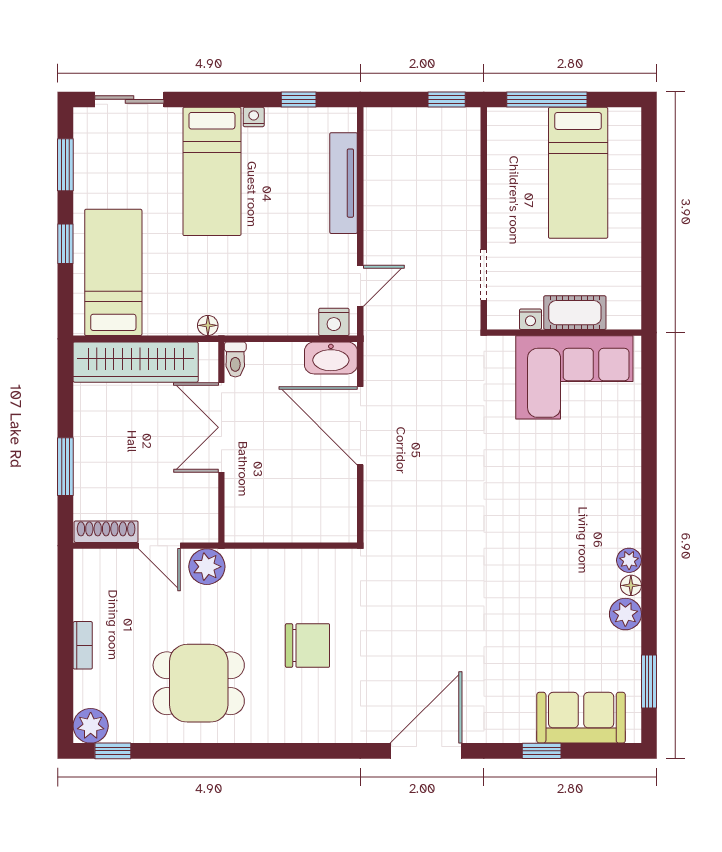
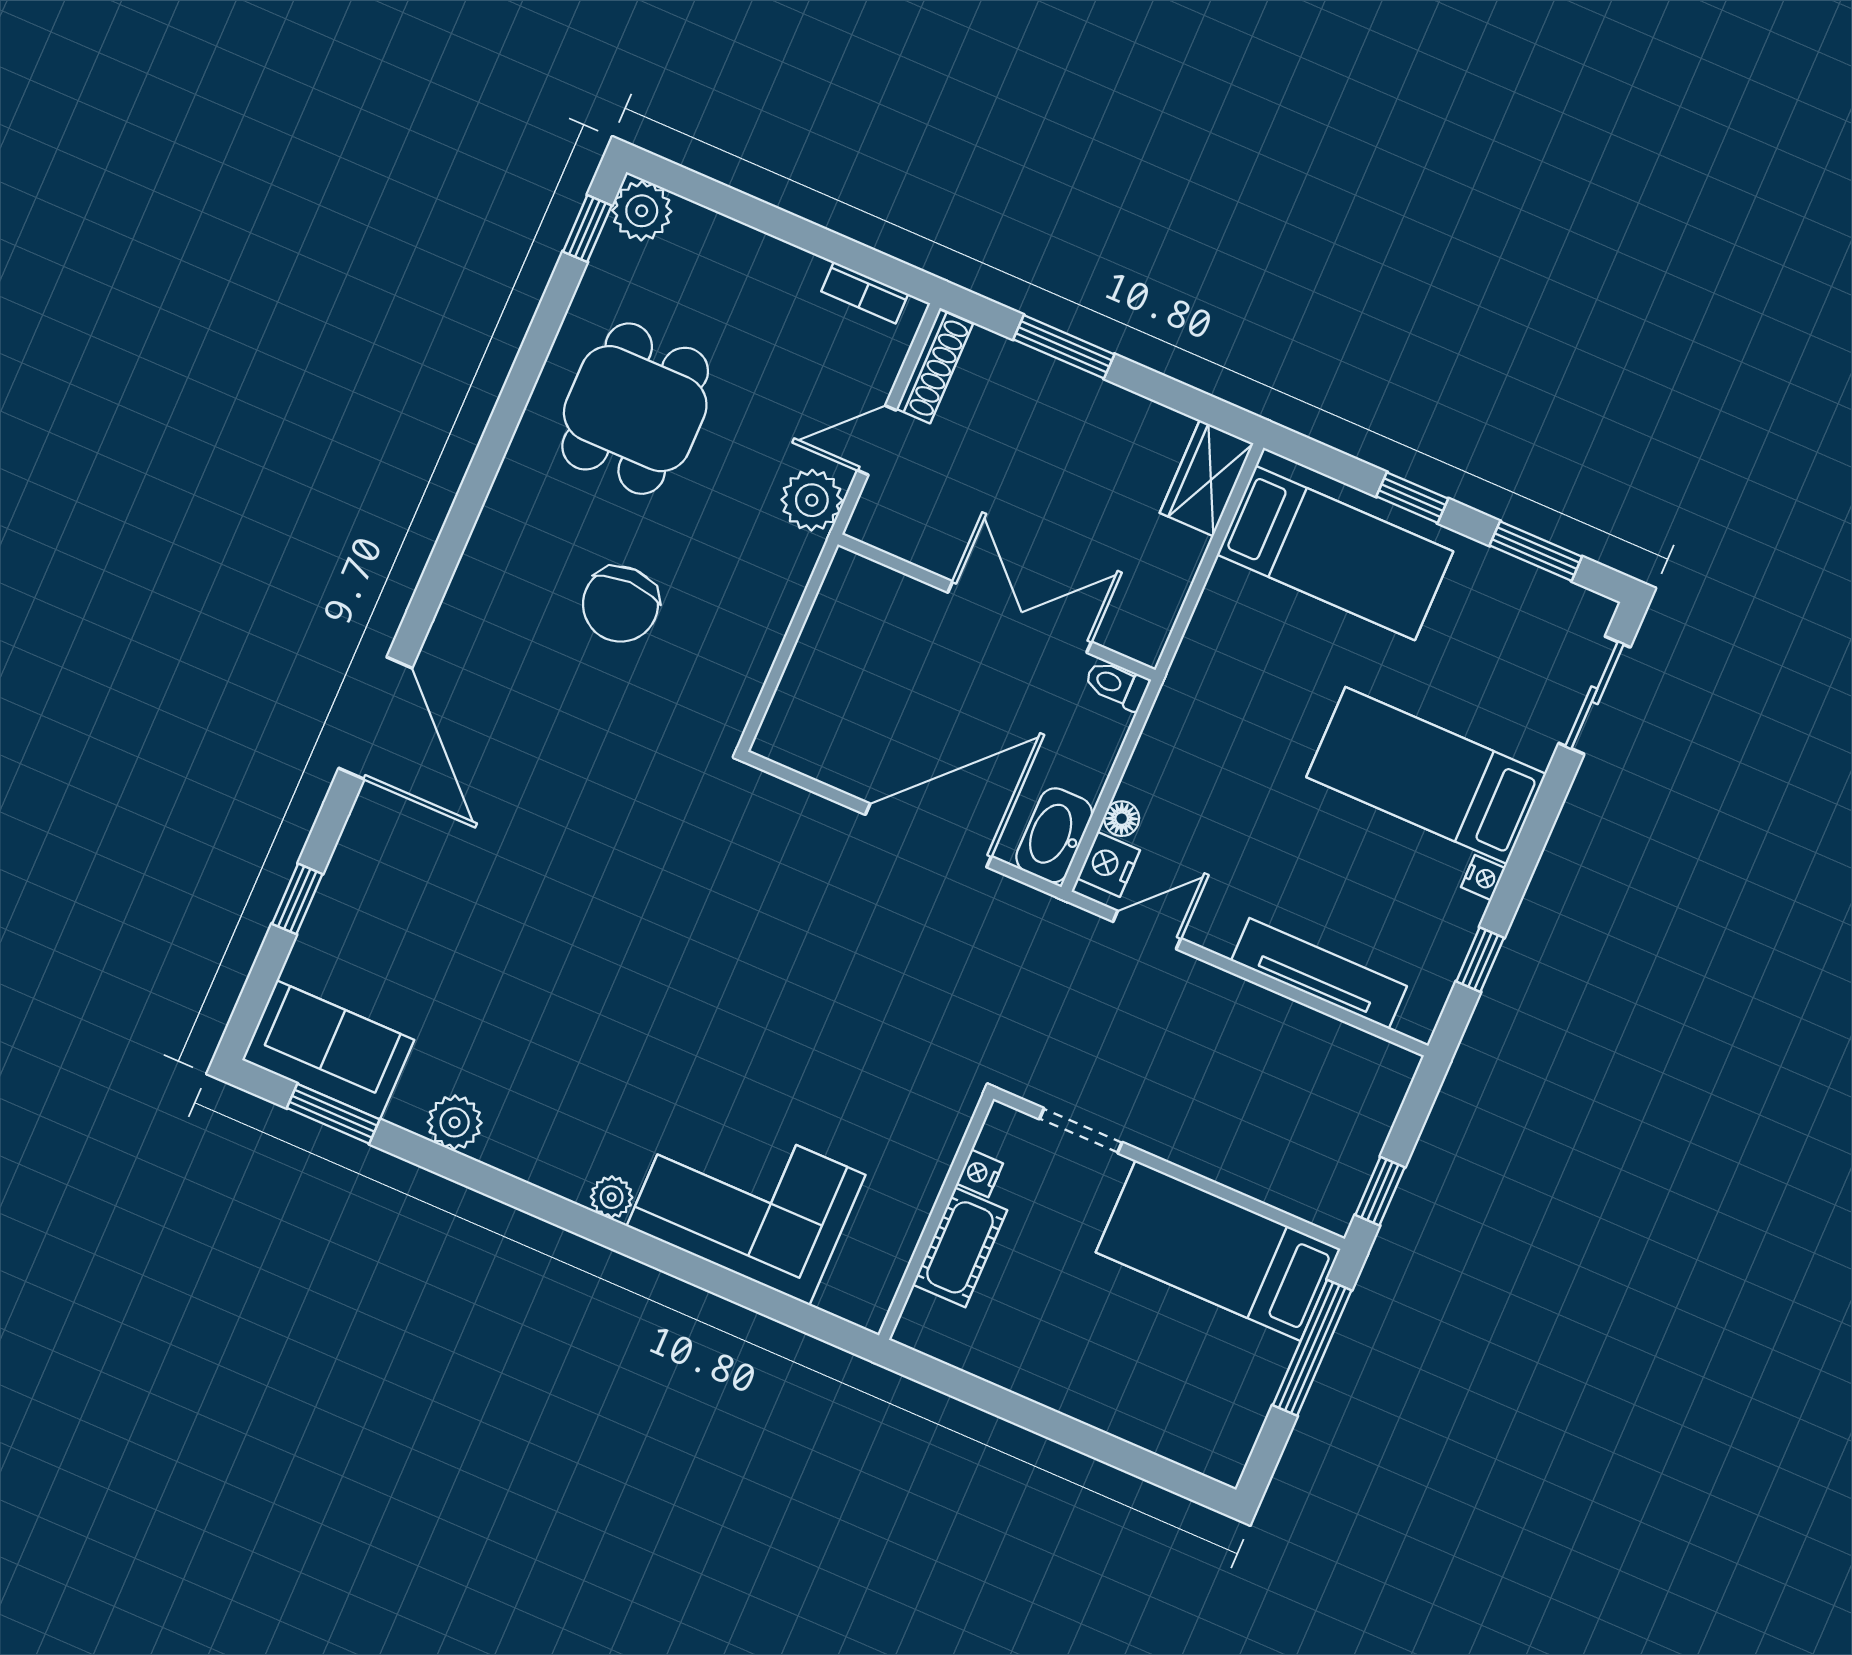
bed: (578, 173) -> (1218, 1251), moved
door: (360, 286) -> (1147, 930), swing flipped
floor lamp: (208, 325) -> (1122, 819), moved
wardrobe: (136, 362) -> (1207, 478), width x0.48, depth x0.85
corner sofa: (574, 377) -> (746, 1201), moved, turned 90
plant: (629, 560) -> (612, 1197), moved
floor lamp: (631, 585) -> (496, 1151), removed
bookcase: (83, 645) -> (865, 293), moved
sofa: (581, 718) -> (328, 1050), moved, turned -90

